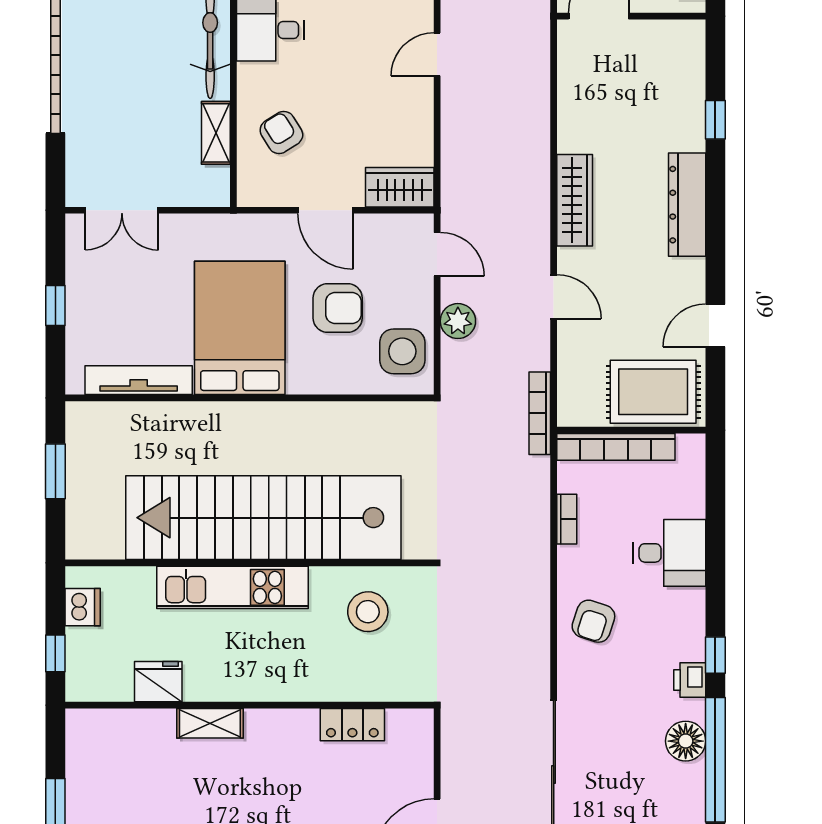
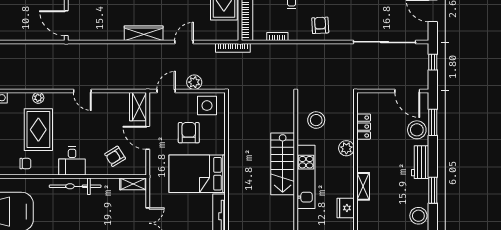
shelving: (216, 133) -> (133, 184), moved
door: (325, 210) -> (148, 138), swing flipped
stairs: (263, 518) -> (283, 164), width x0.54, depth x0.66
armchair: (593, 621) -> (320, 25), turned -111
plant: (301, 684) -> (346, 148), added

